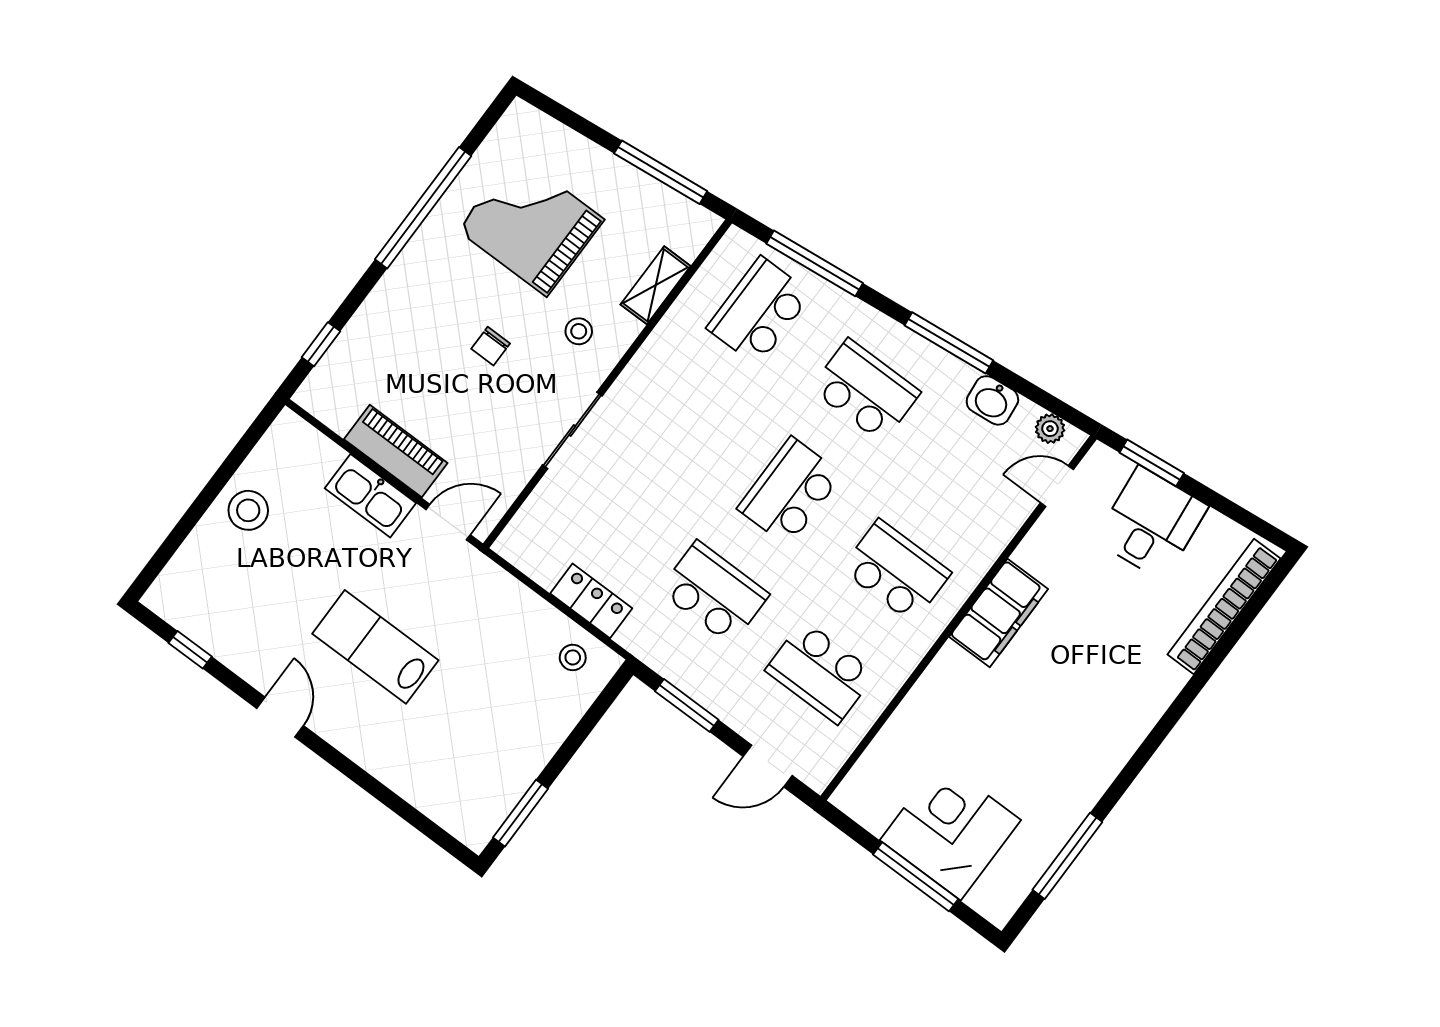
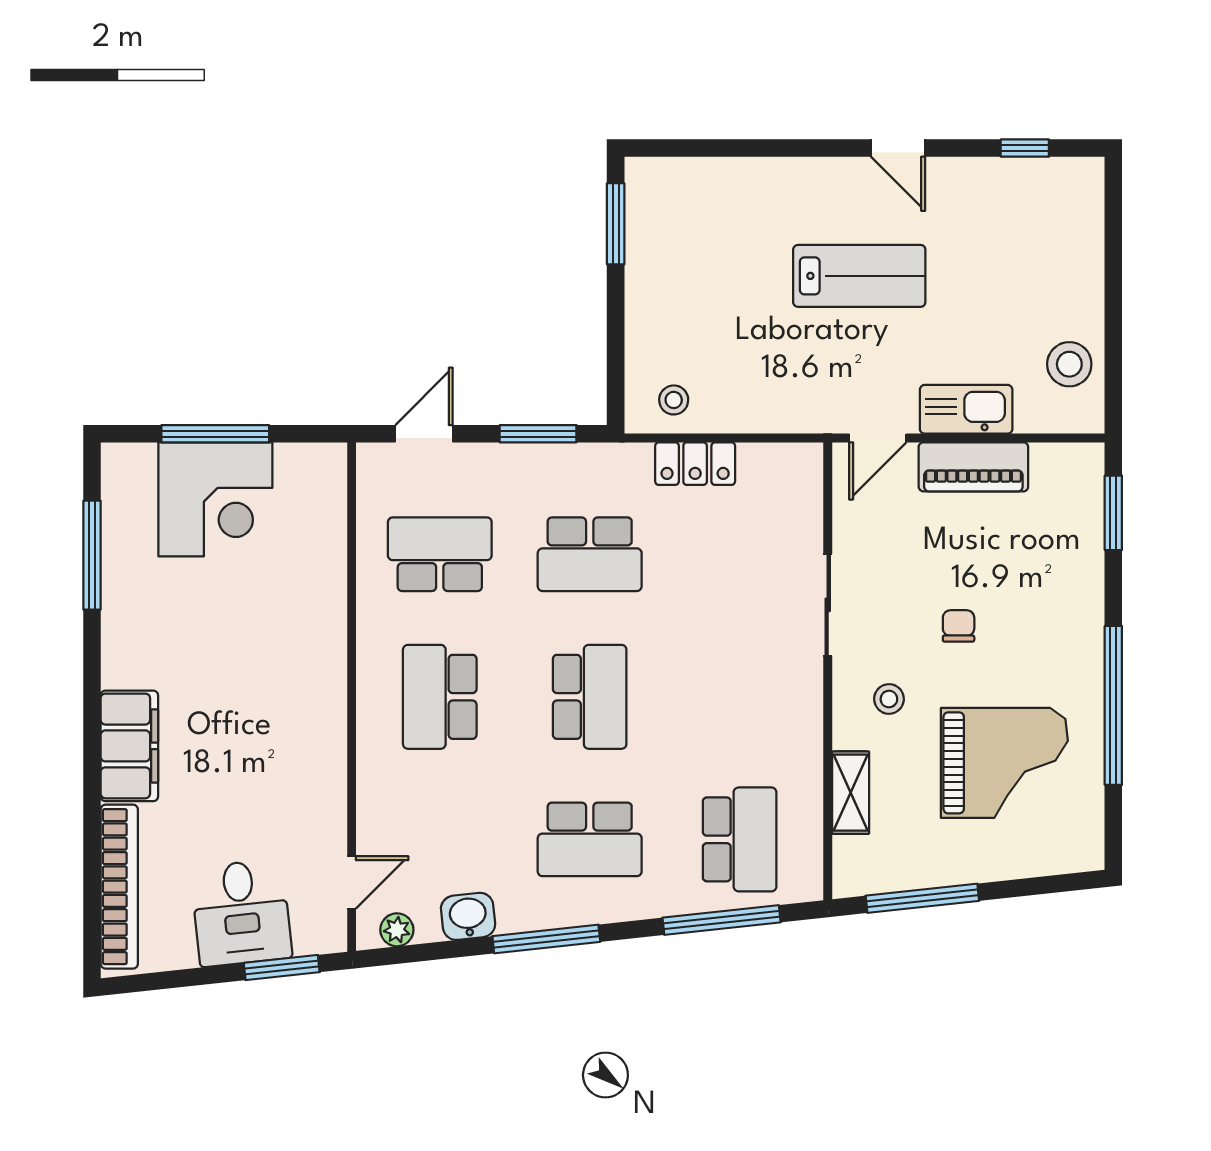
window: (321, 344) -> (1113, 513), width x1.50
stool: (248, 510) -> (1069, 364), moved
school desk: (896, 571) -> (440, 697), turned 90
filing cabinet: (999, 613) -> (129, 746), moved, turned 180

